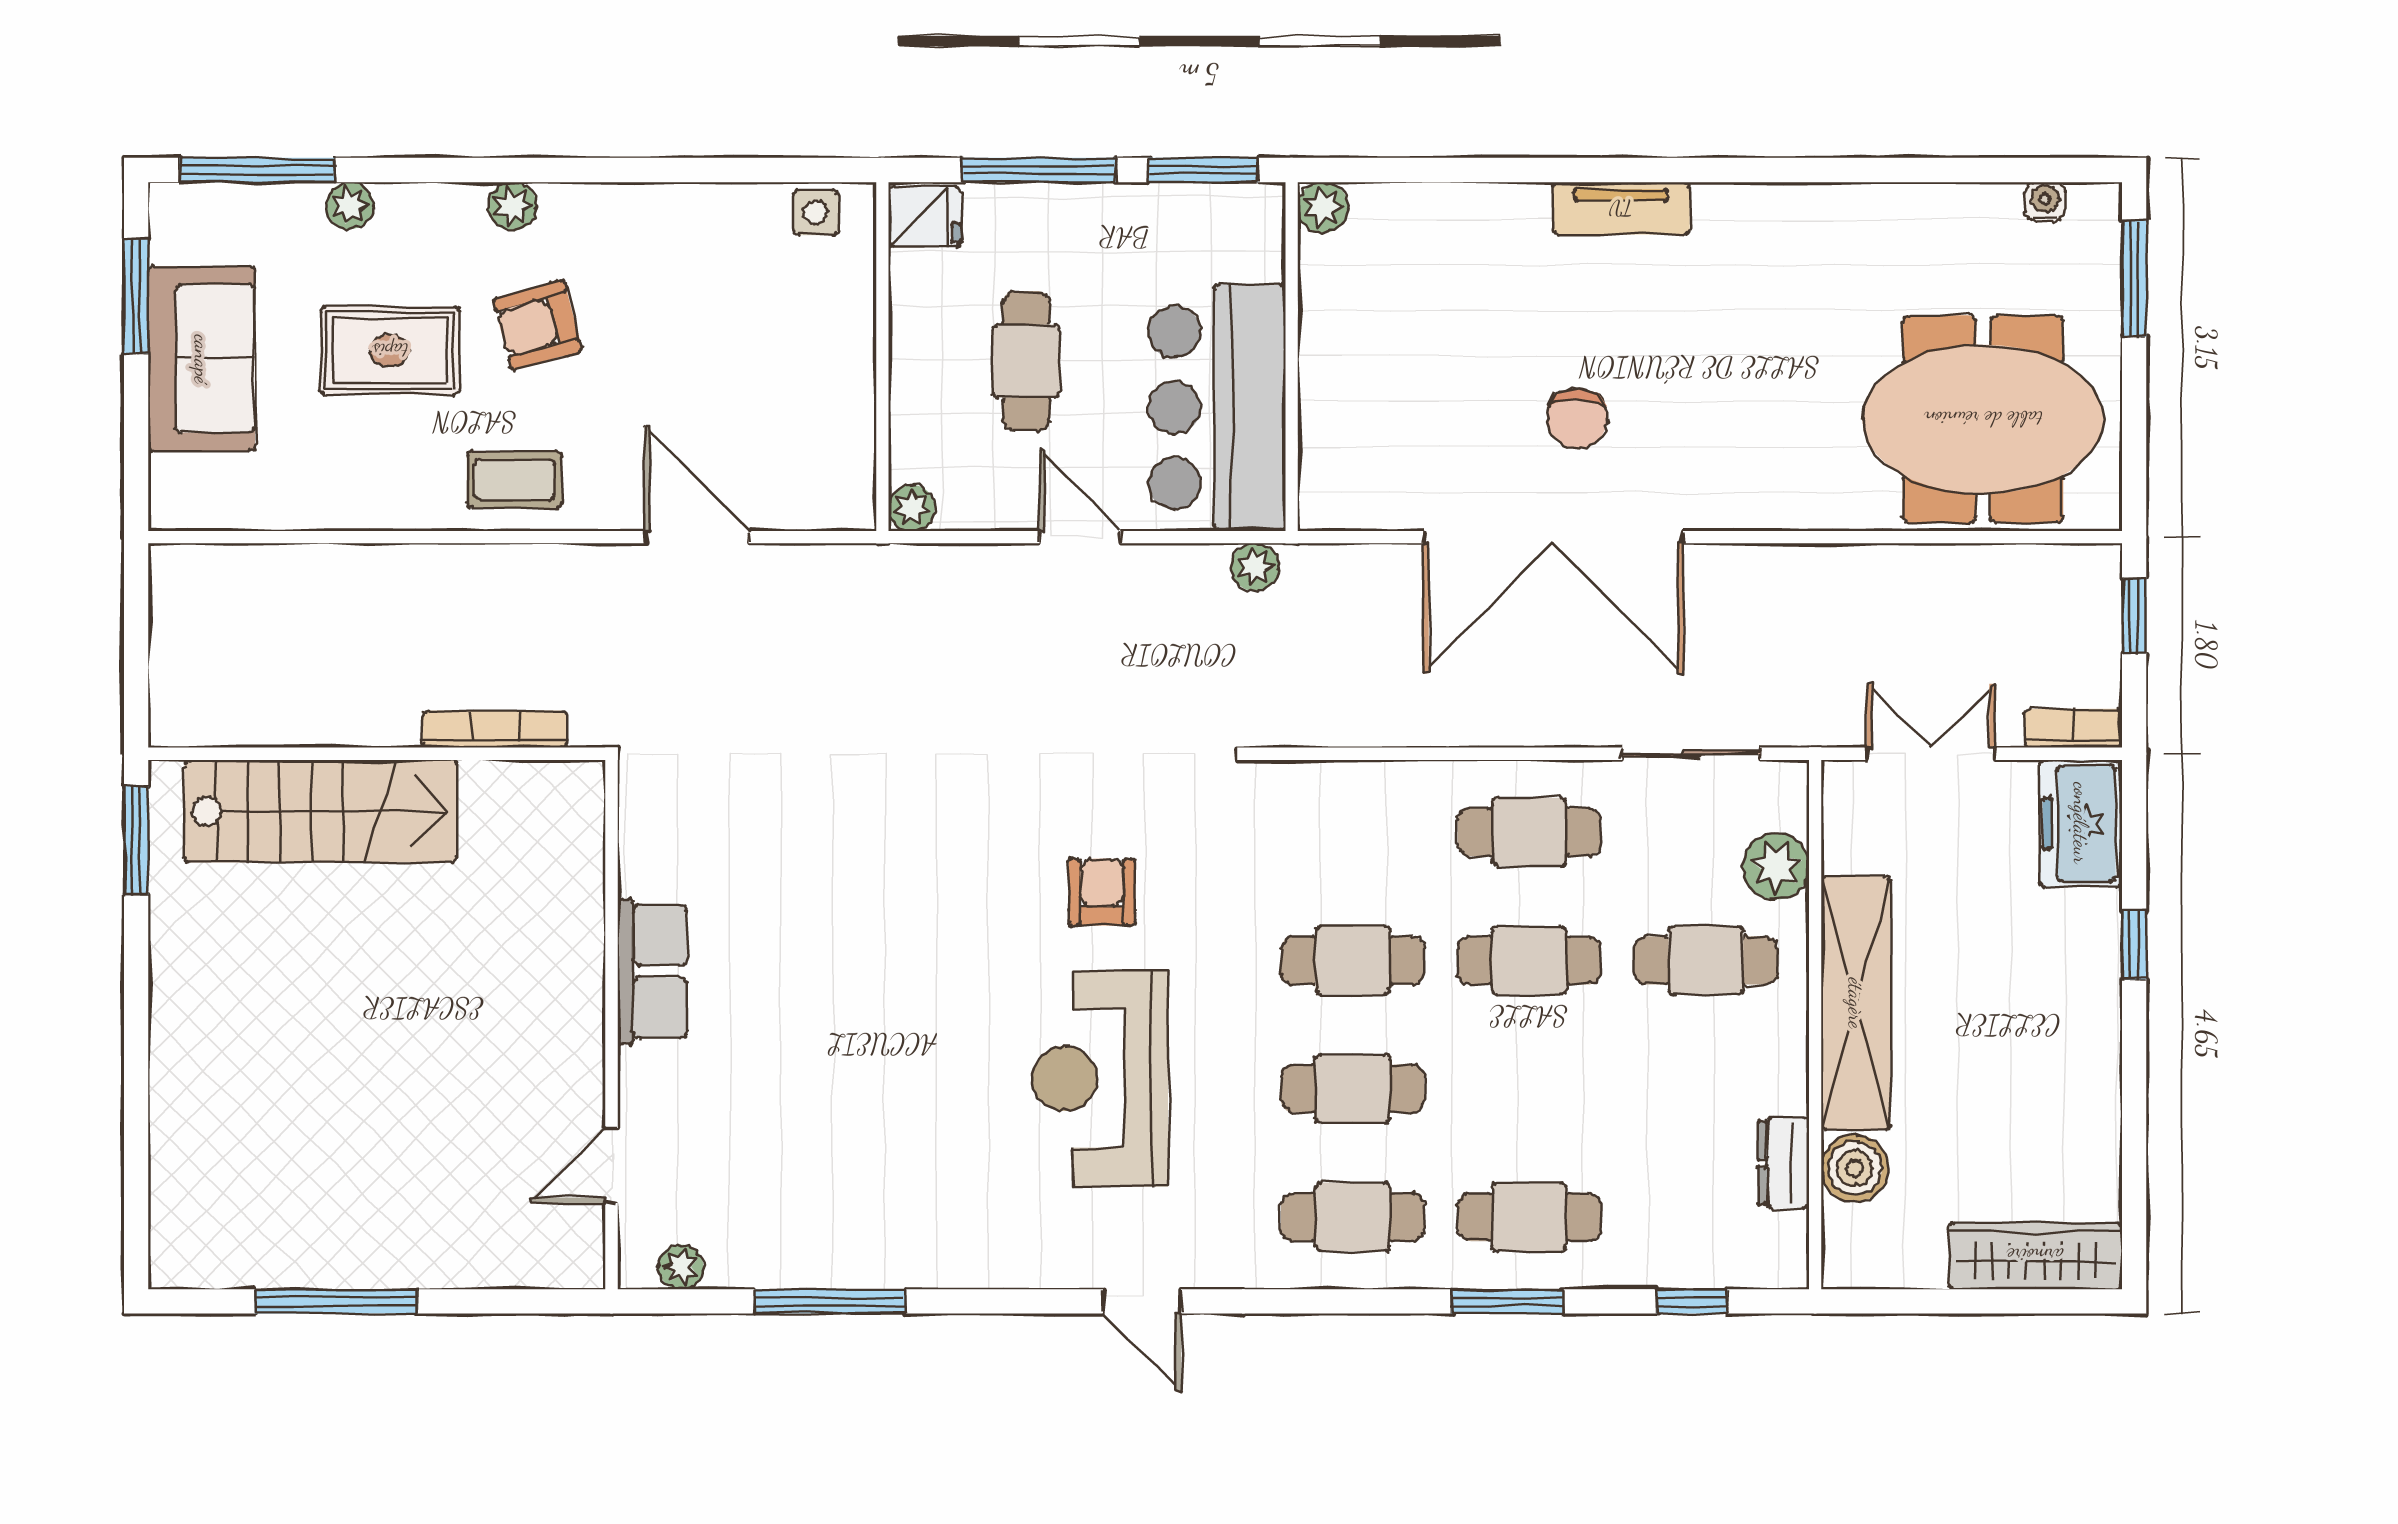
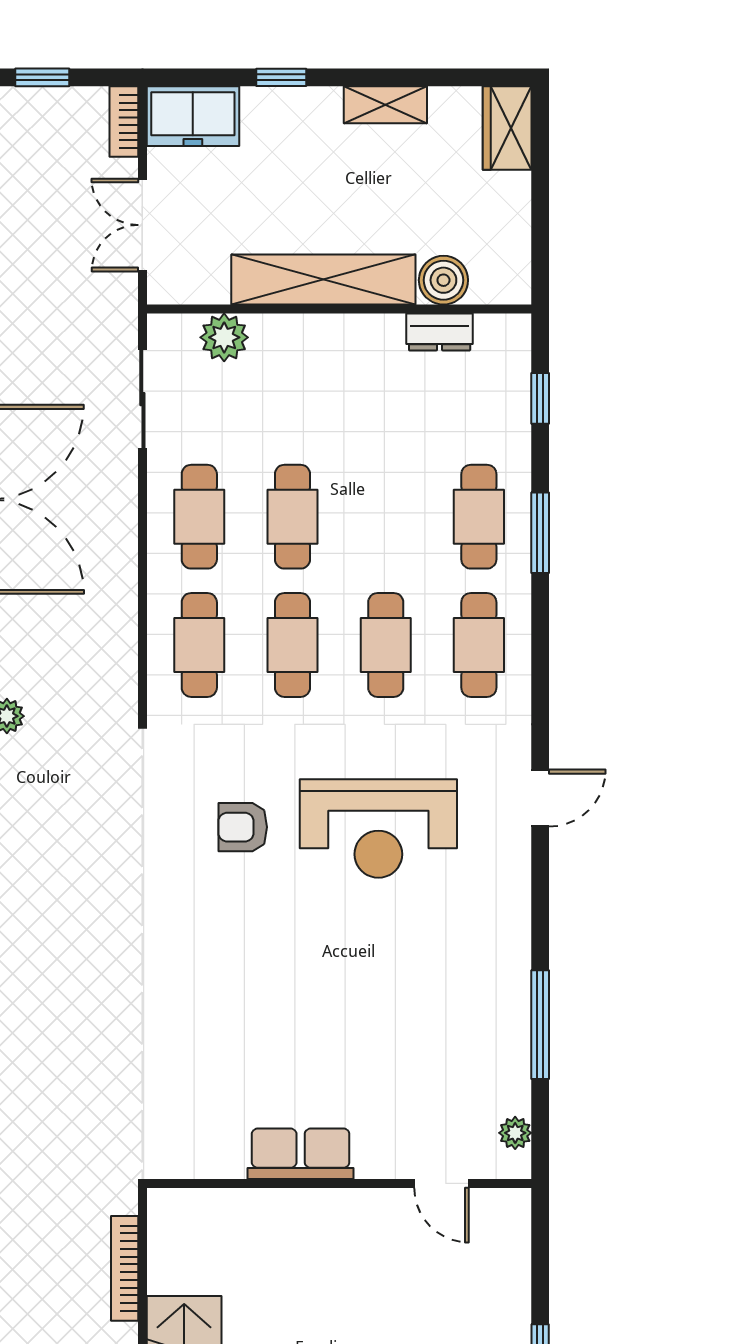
cafe table: (1706, 960) -> (199, 645), moved
shelving: (2096, 1088) -> (385, 105), added
wardrobe: (2035, 1256) -> (507, 128), width x0.67

